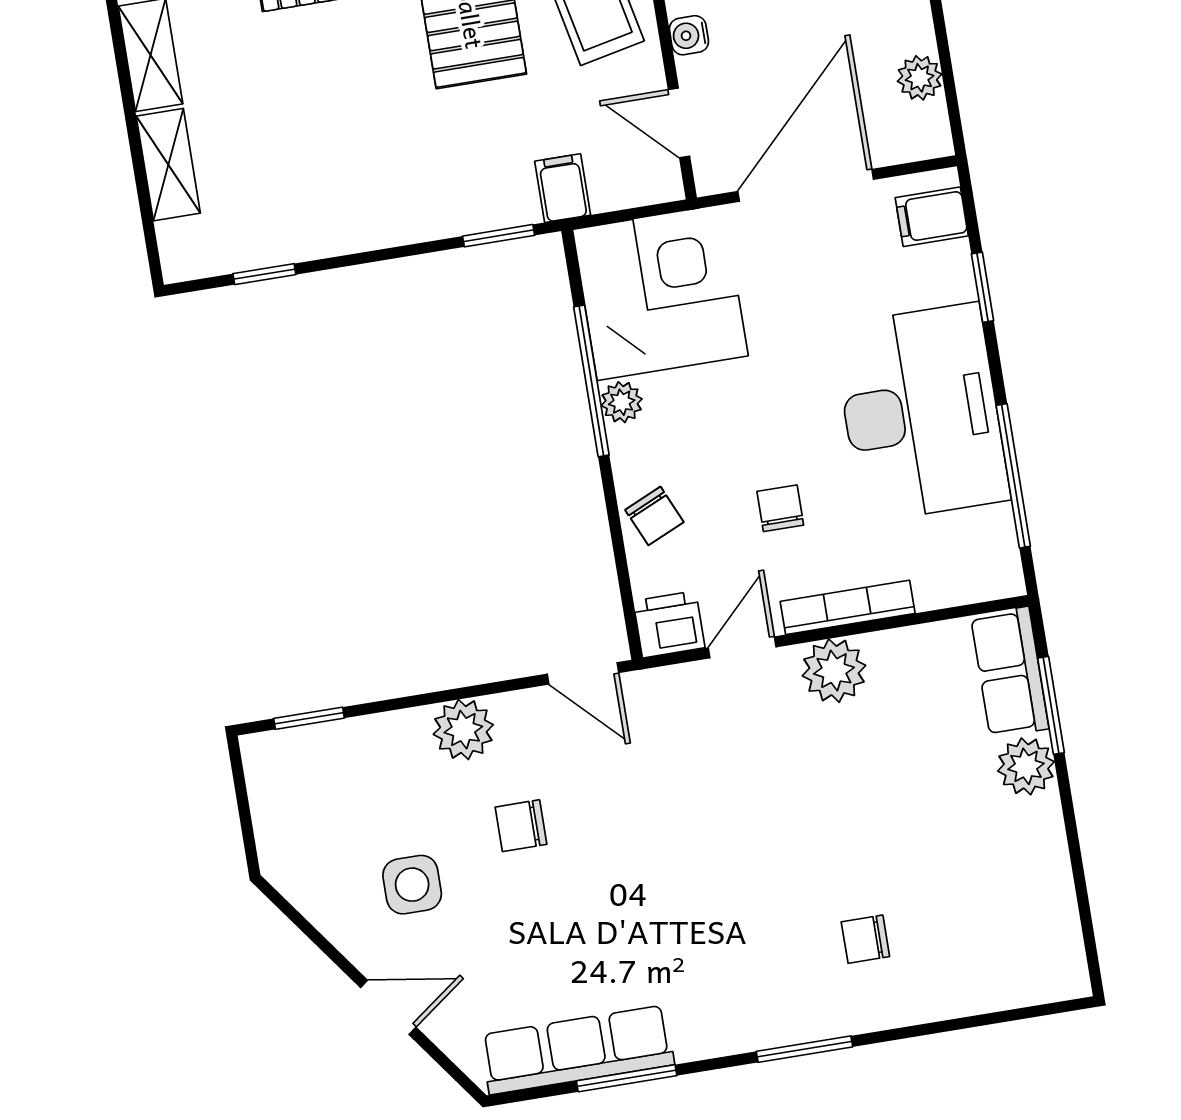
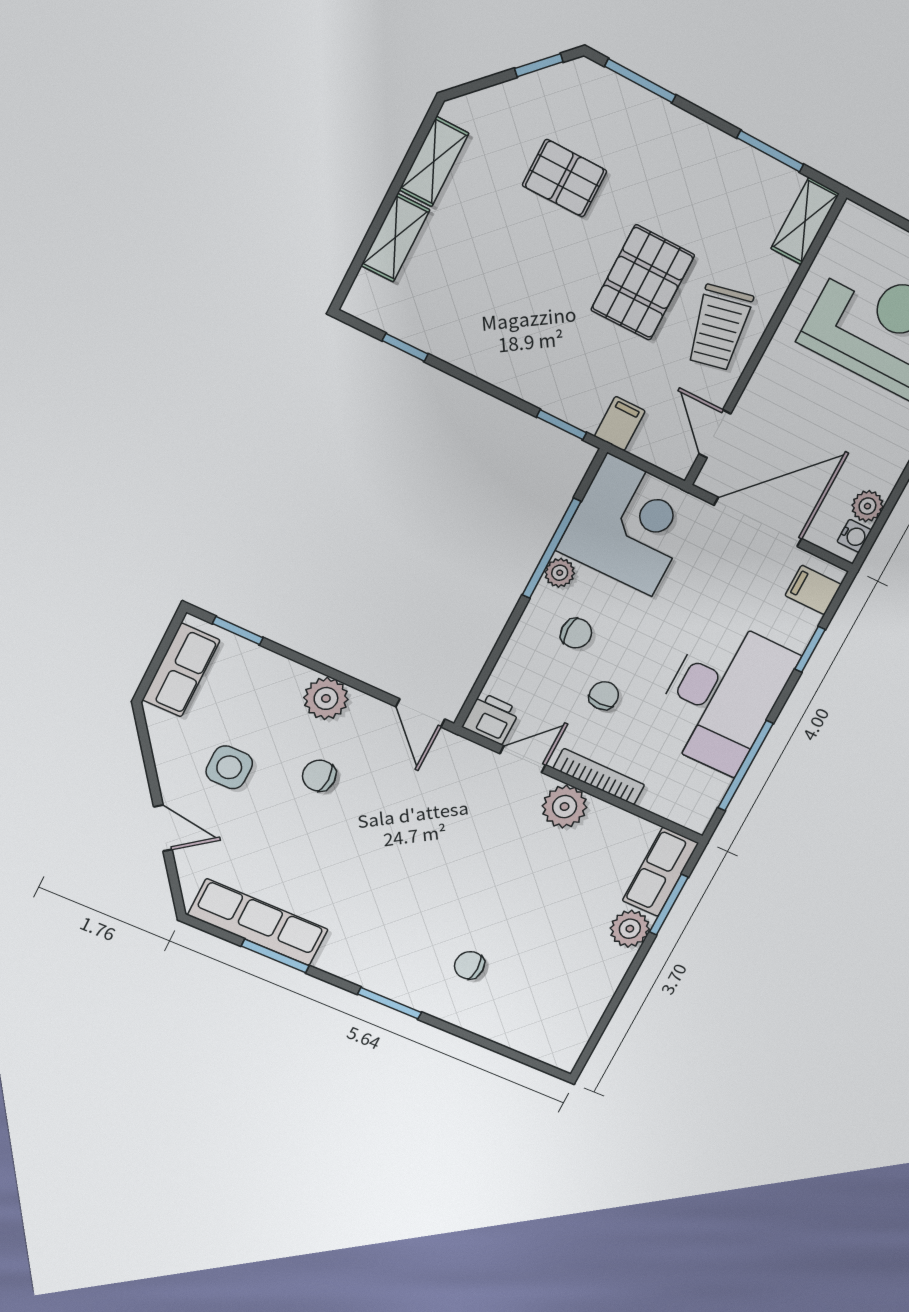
water cooler: (689, 35) -> (854, 536), moved, turned 180
chair: (654, 516) -> (576, 633), moved, turned -66
row of seats: (279, 807) -> (181, 670), added

